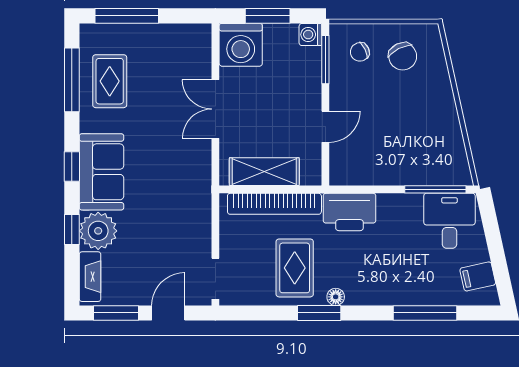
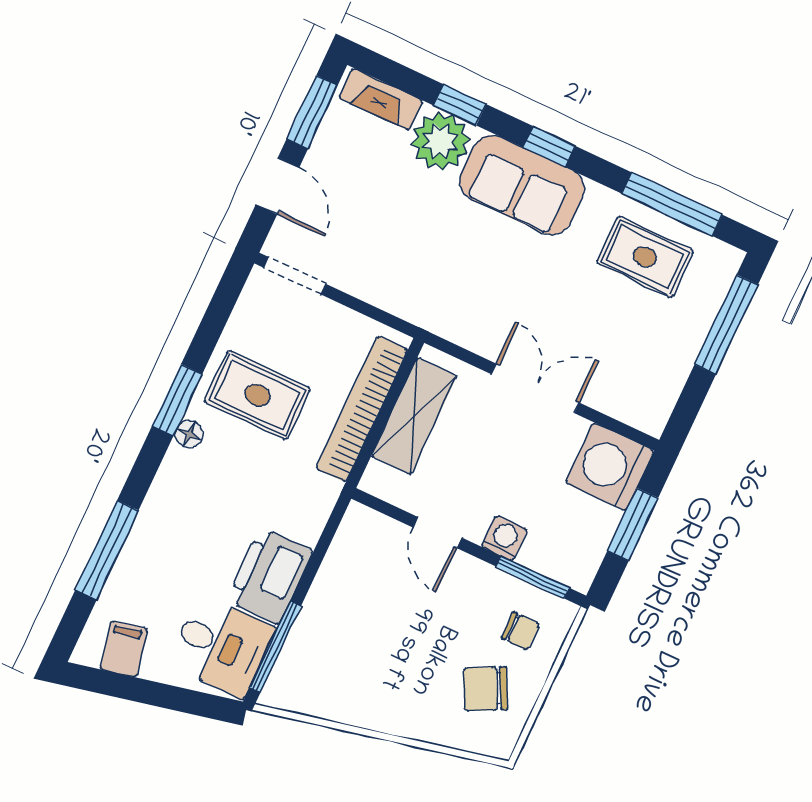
washing machine: (310, 35) -> (504, 538), moved
chair: (360, 52) -> (520, 631), turned 116
printer: (349, 212) -> (270, 576), moved

